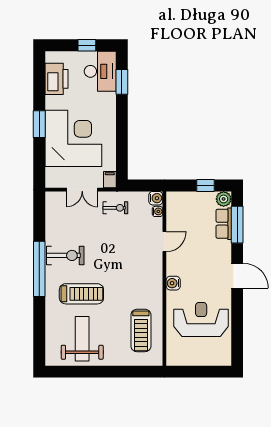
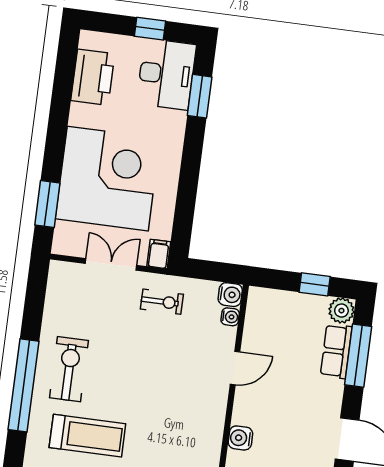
window: (39, 124) -> (47, 204), moved
double door: (82, 190) -> (111, 264), swing flipped
exercise bike: (65, 255) -> (69, 369), turned -90

